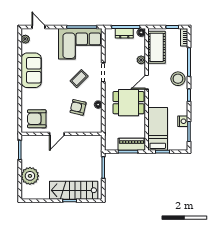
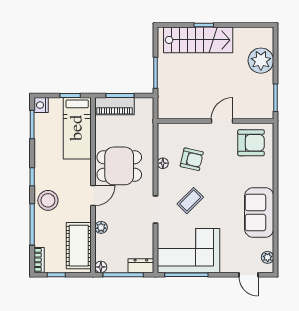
dresser: (124, 33) -> (141, 266), moved
nightstand: (183, 121) -> (41, 105), moved

